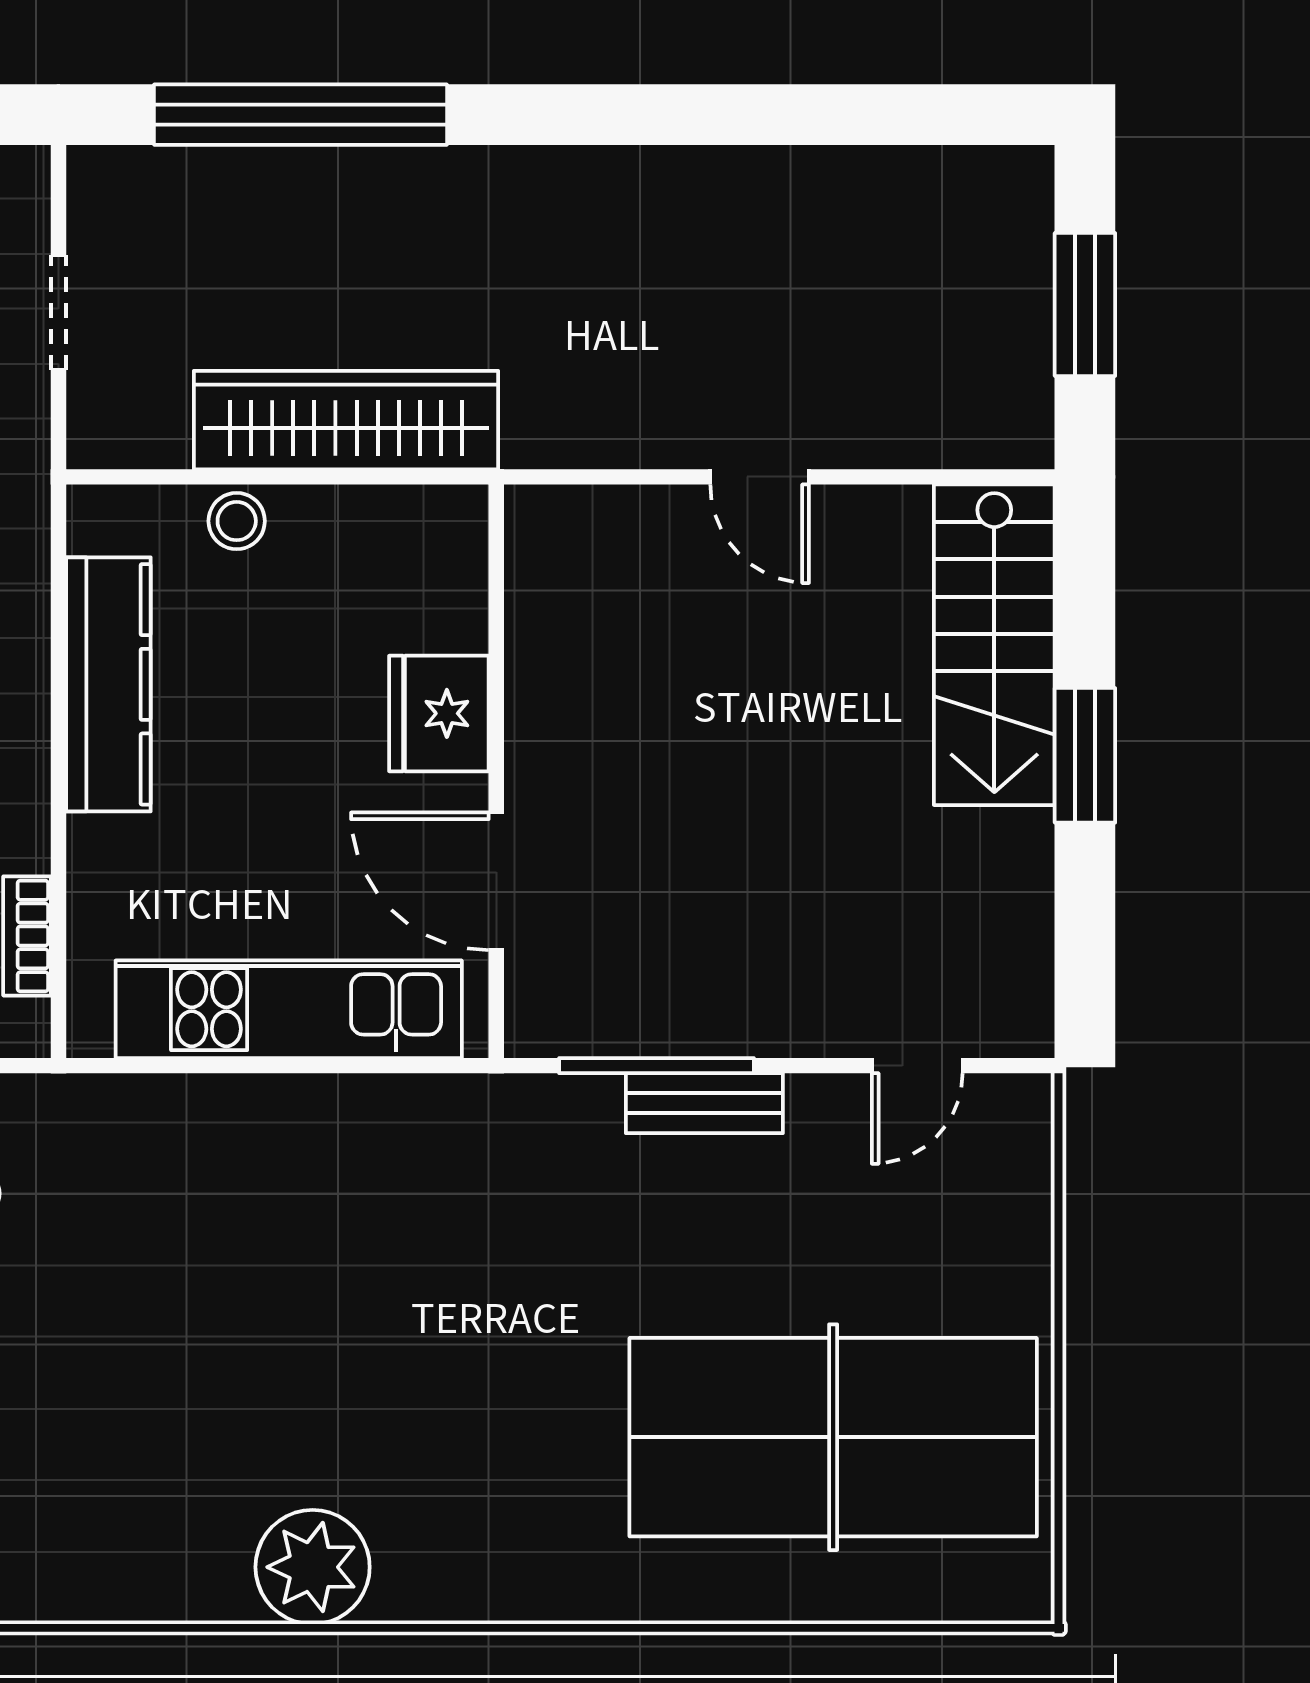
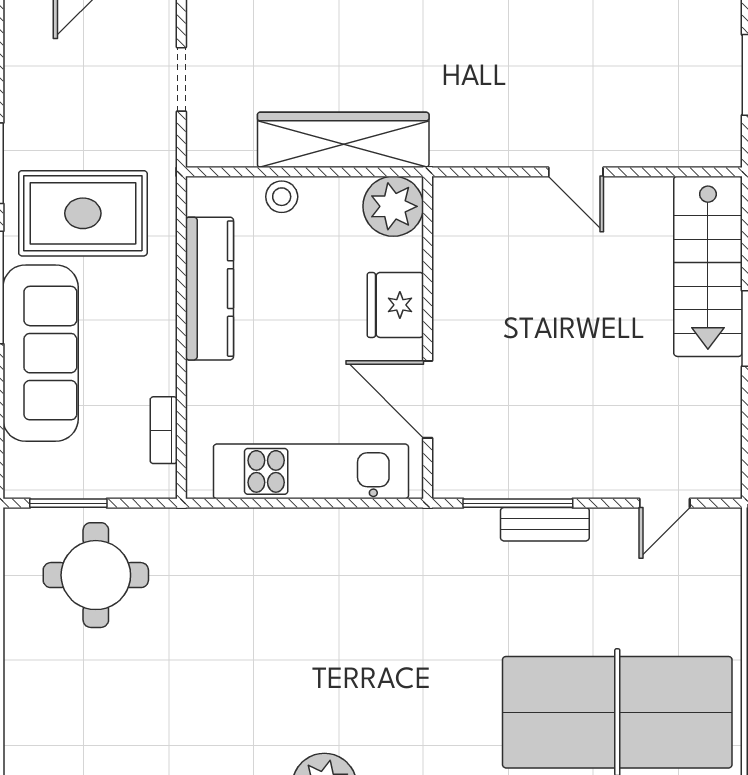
plant: (435, 538) -> (393, 206), added

